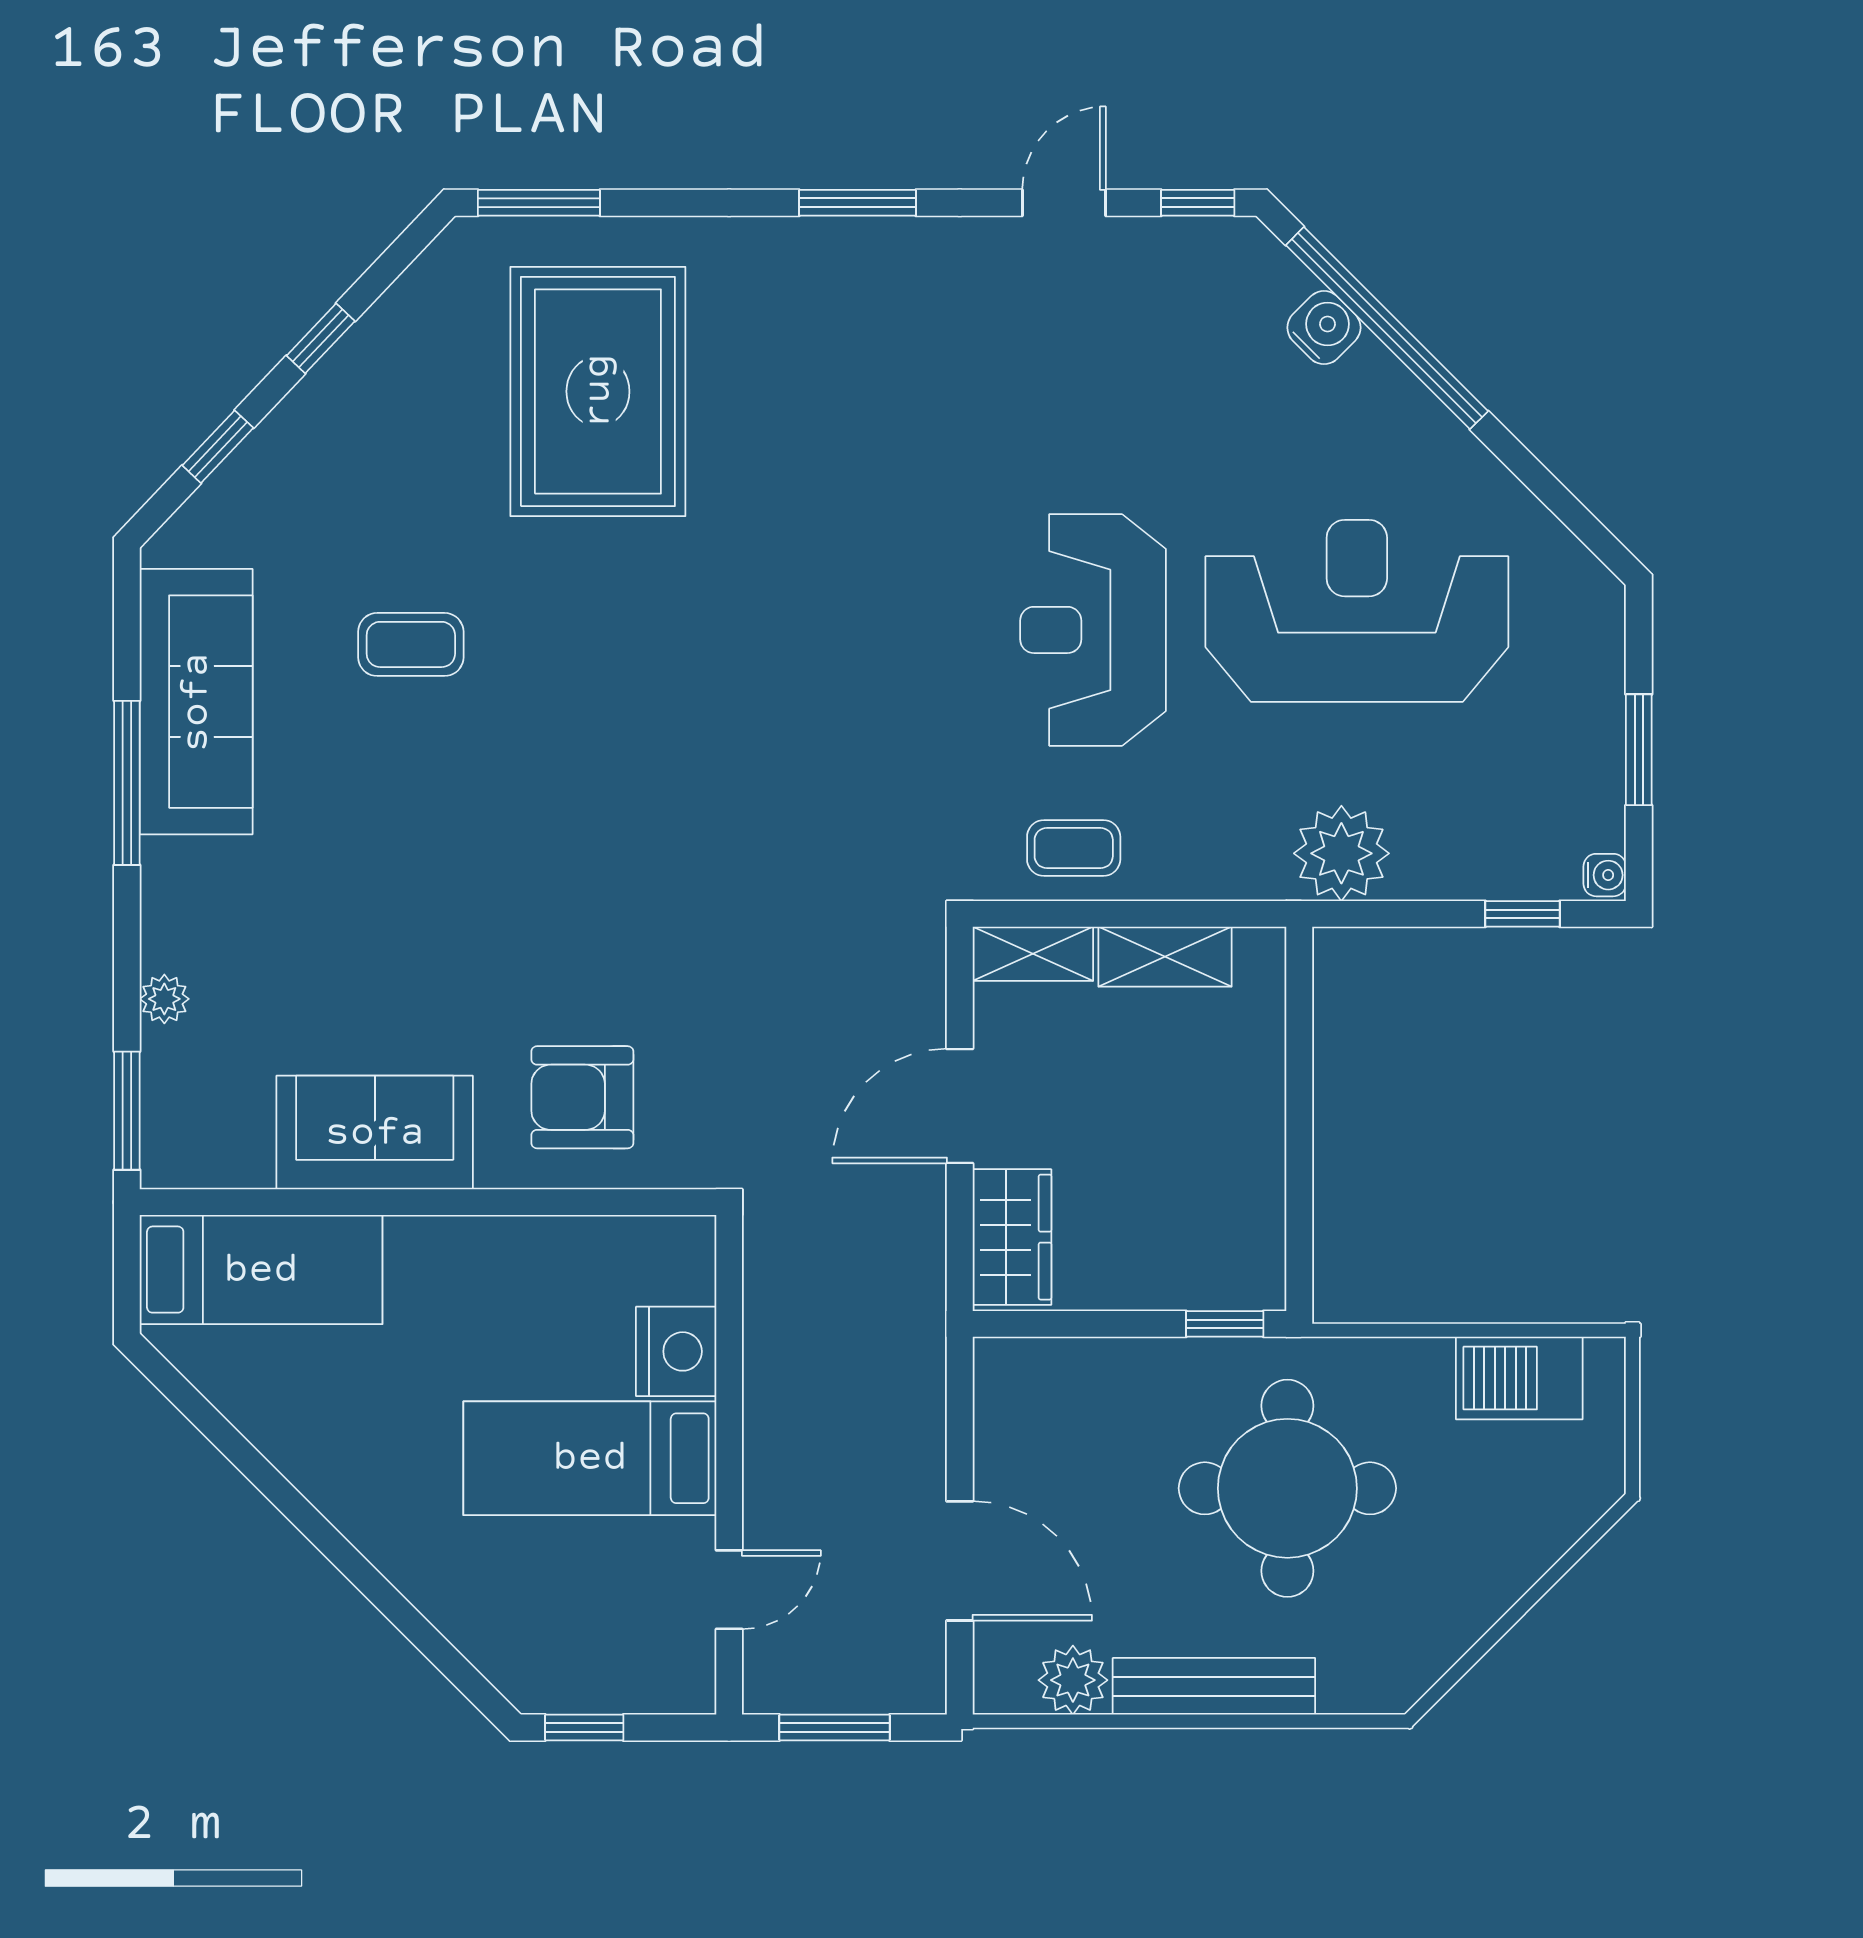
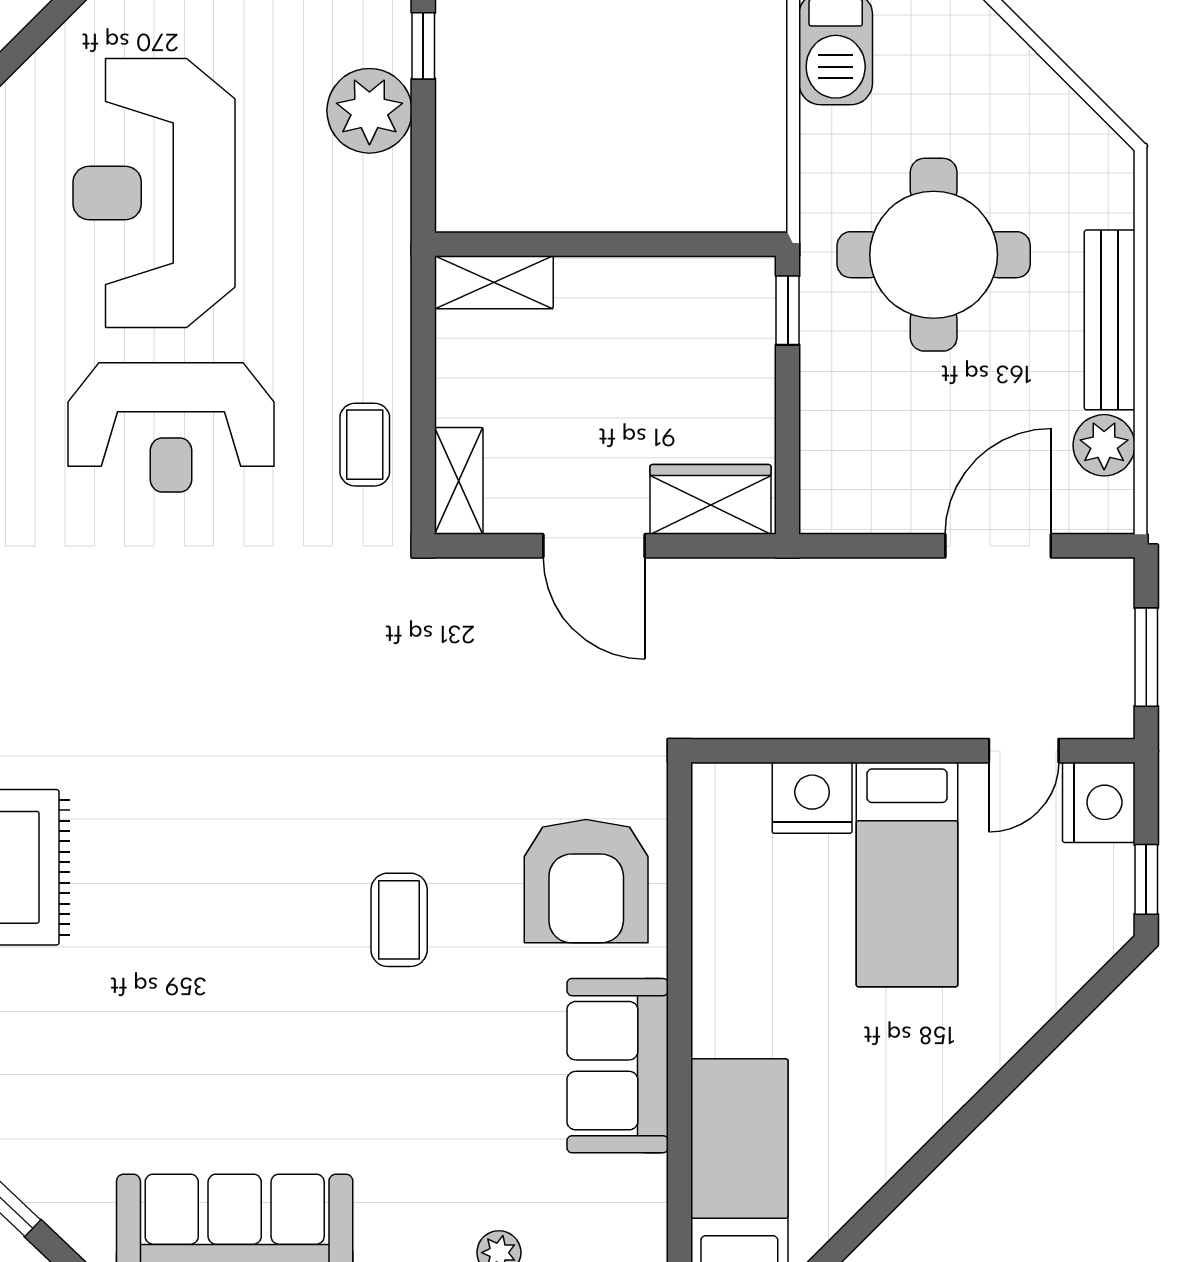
coffee table: (411, 644) -> (399, 920), moved
plant: (1341, 853) -> (369, 111), moved
shelving: (1165, 957) -> (494, 282), moved, turned 90
armchair: (582, 1097) -> (586, 881), width x1.36, depth x1.36
door: (729, 1590) -> (1024, 751), swing flipped
nightstand: (671, 1674) -> (1099, 802), added

